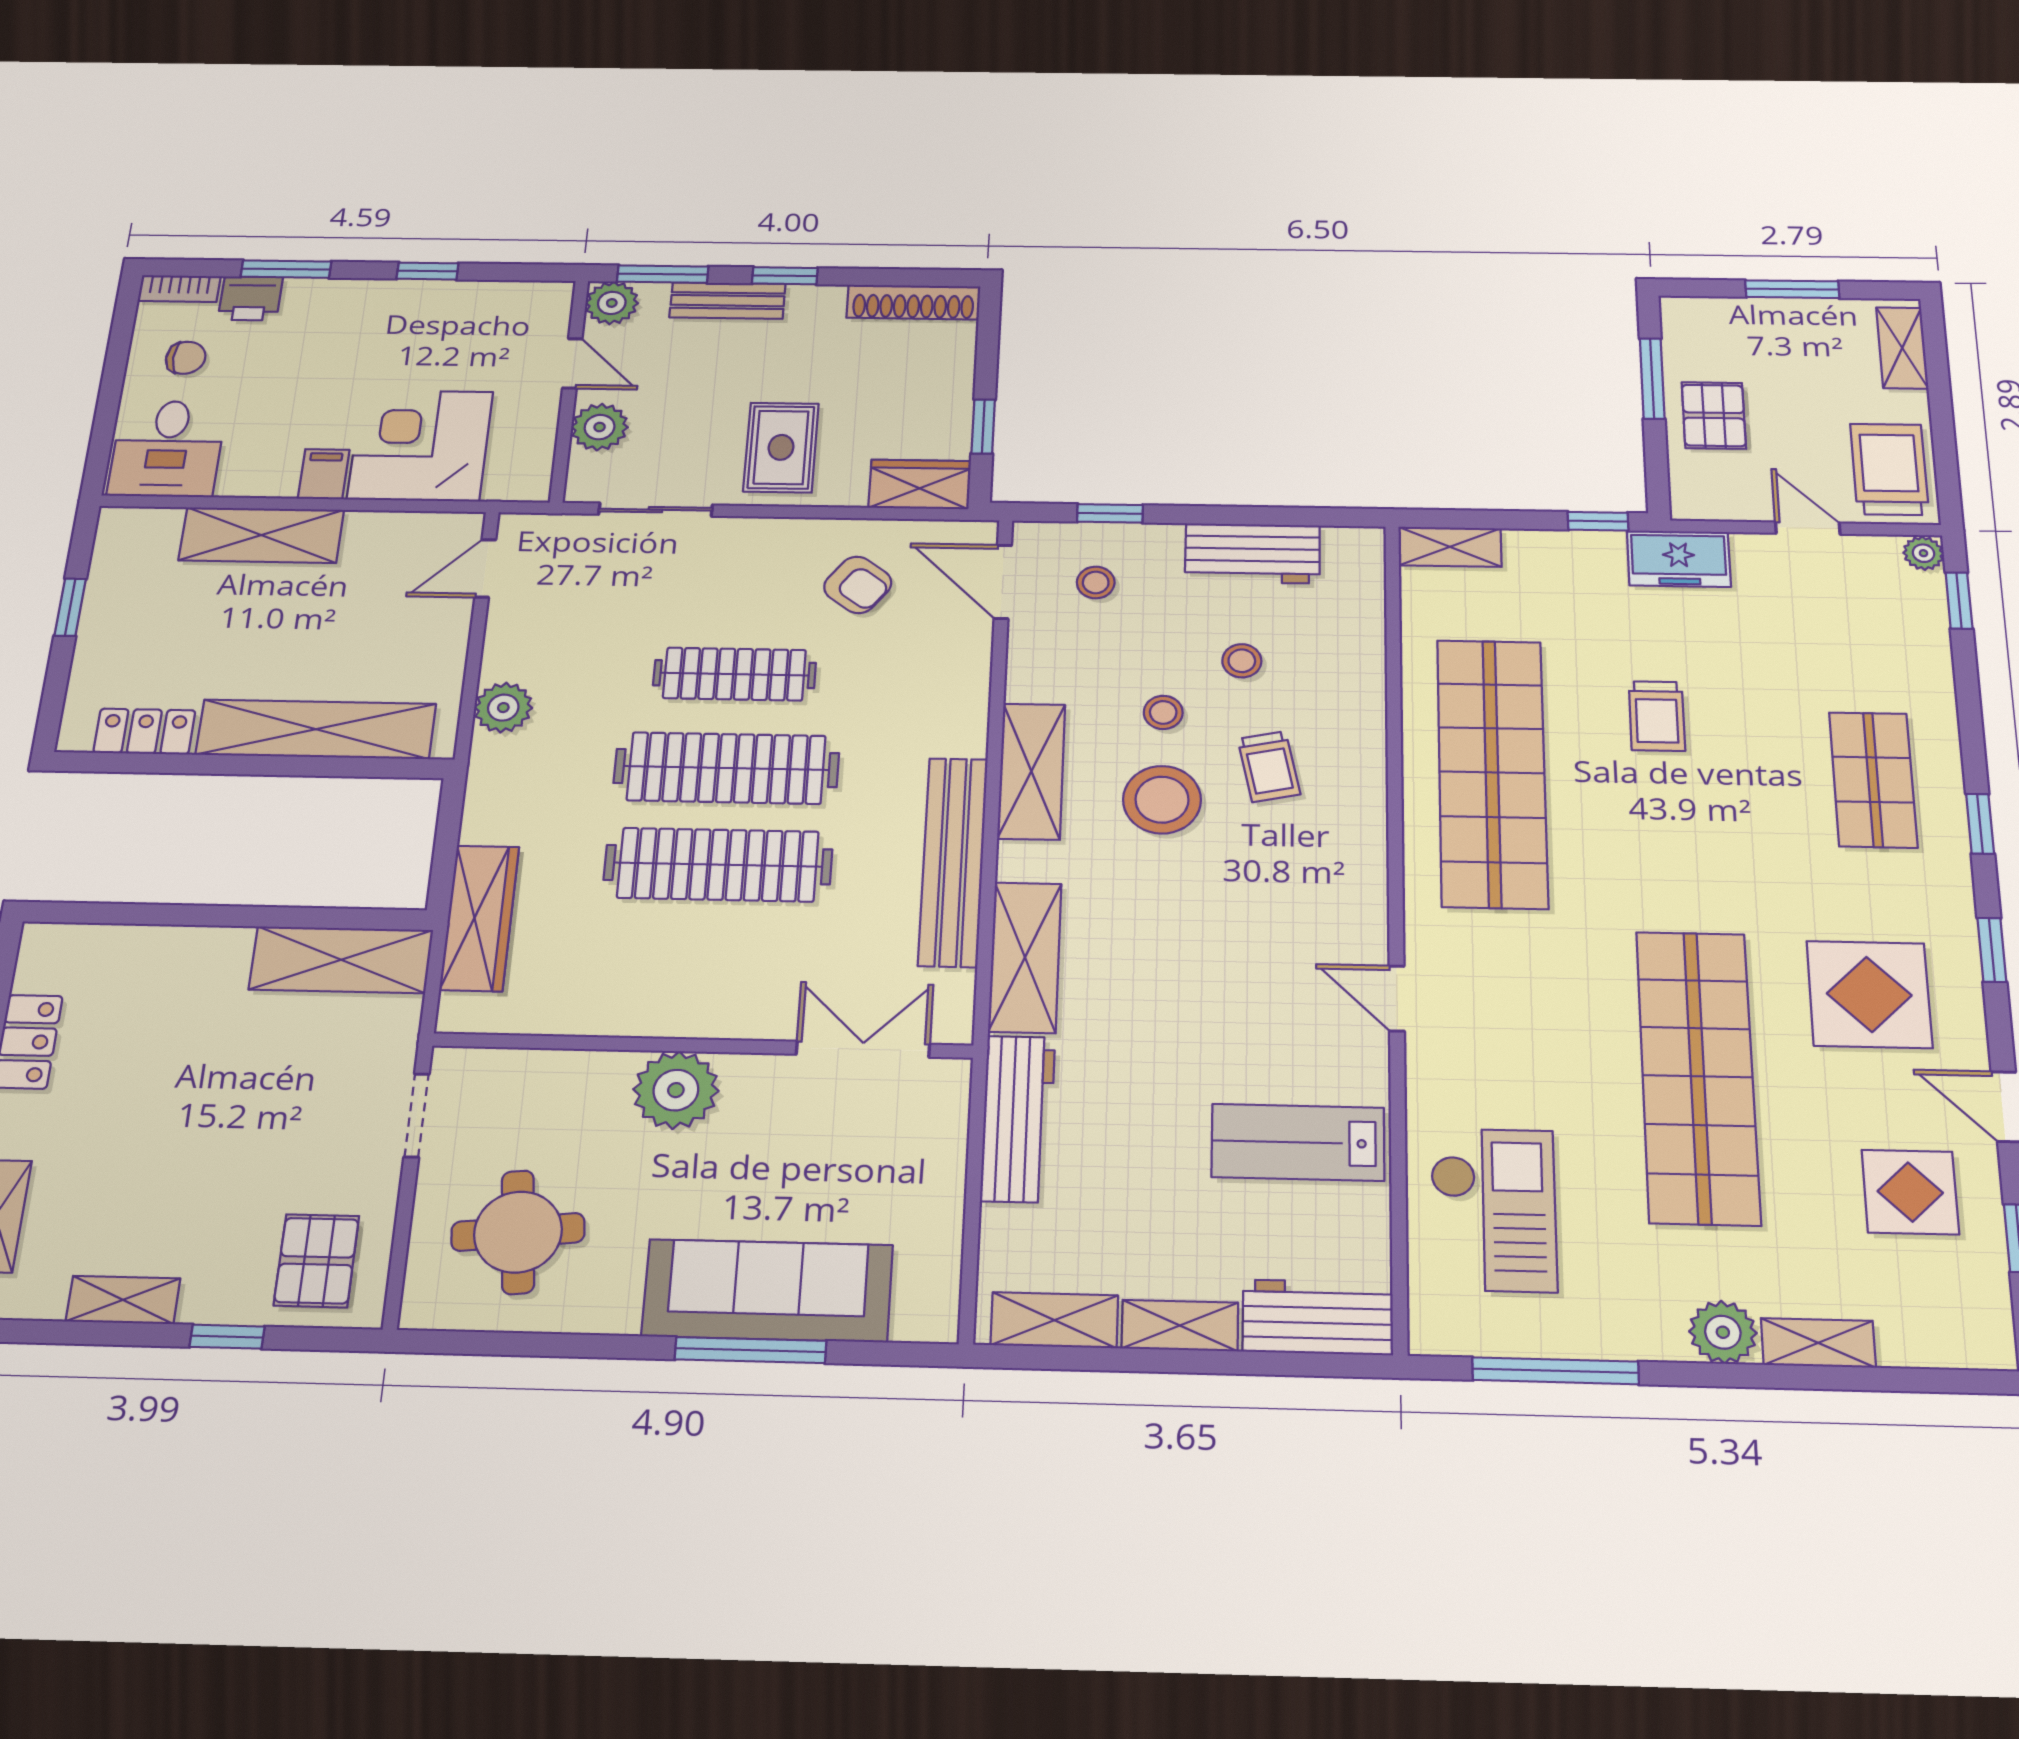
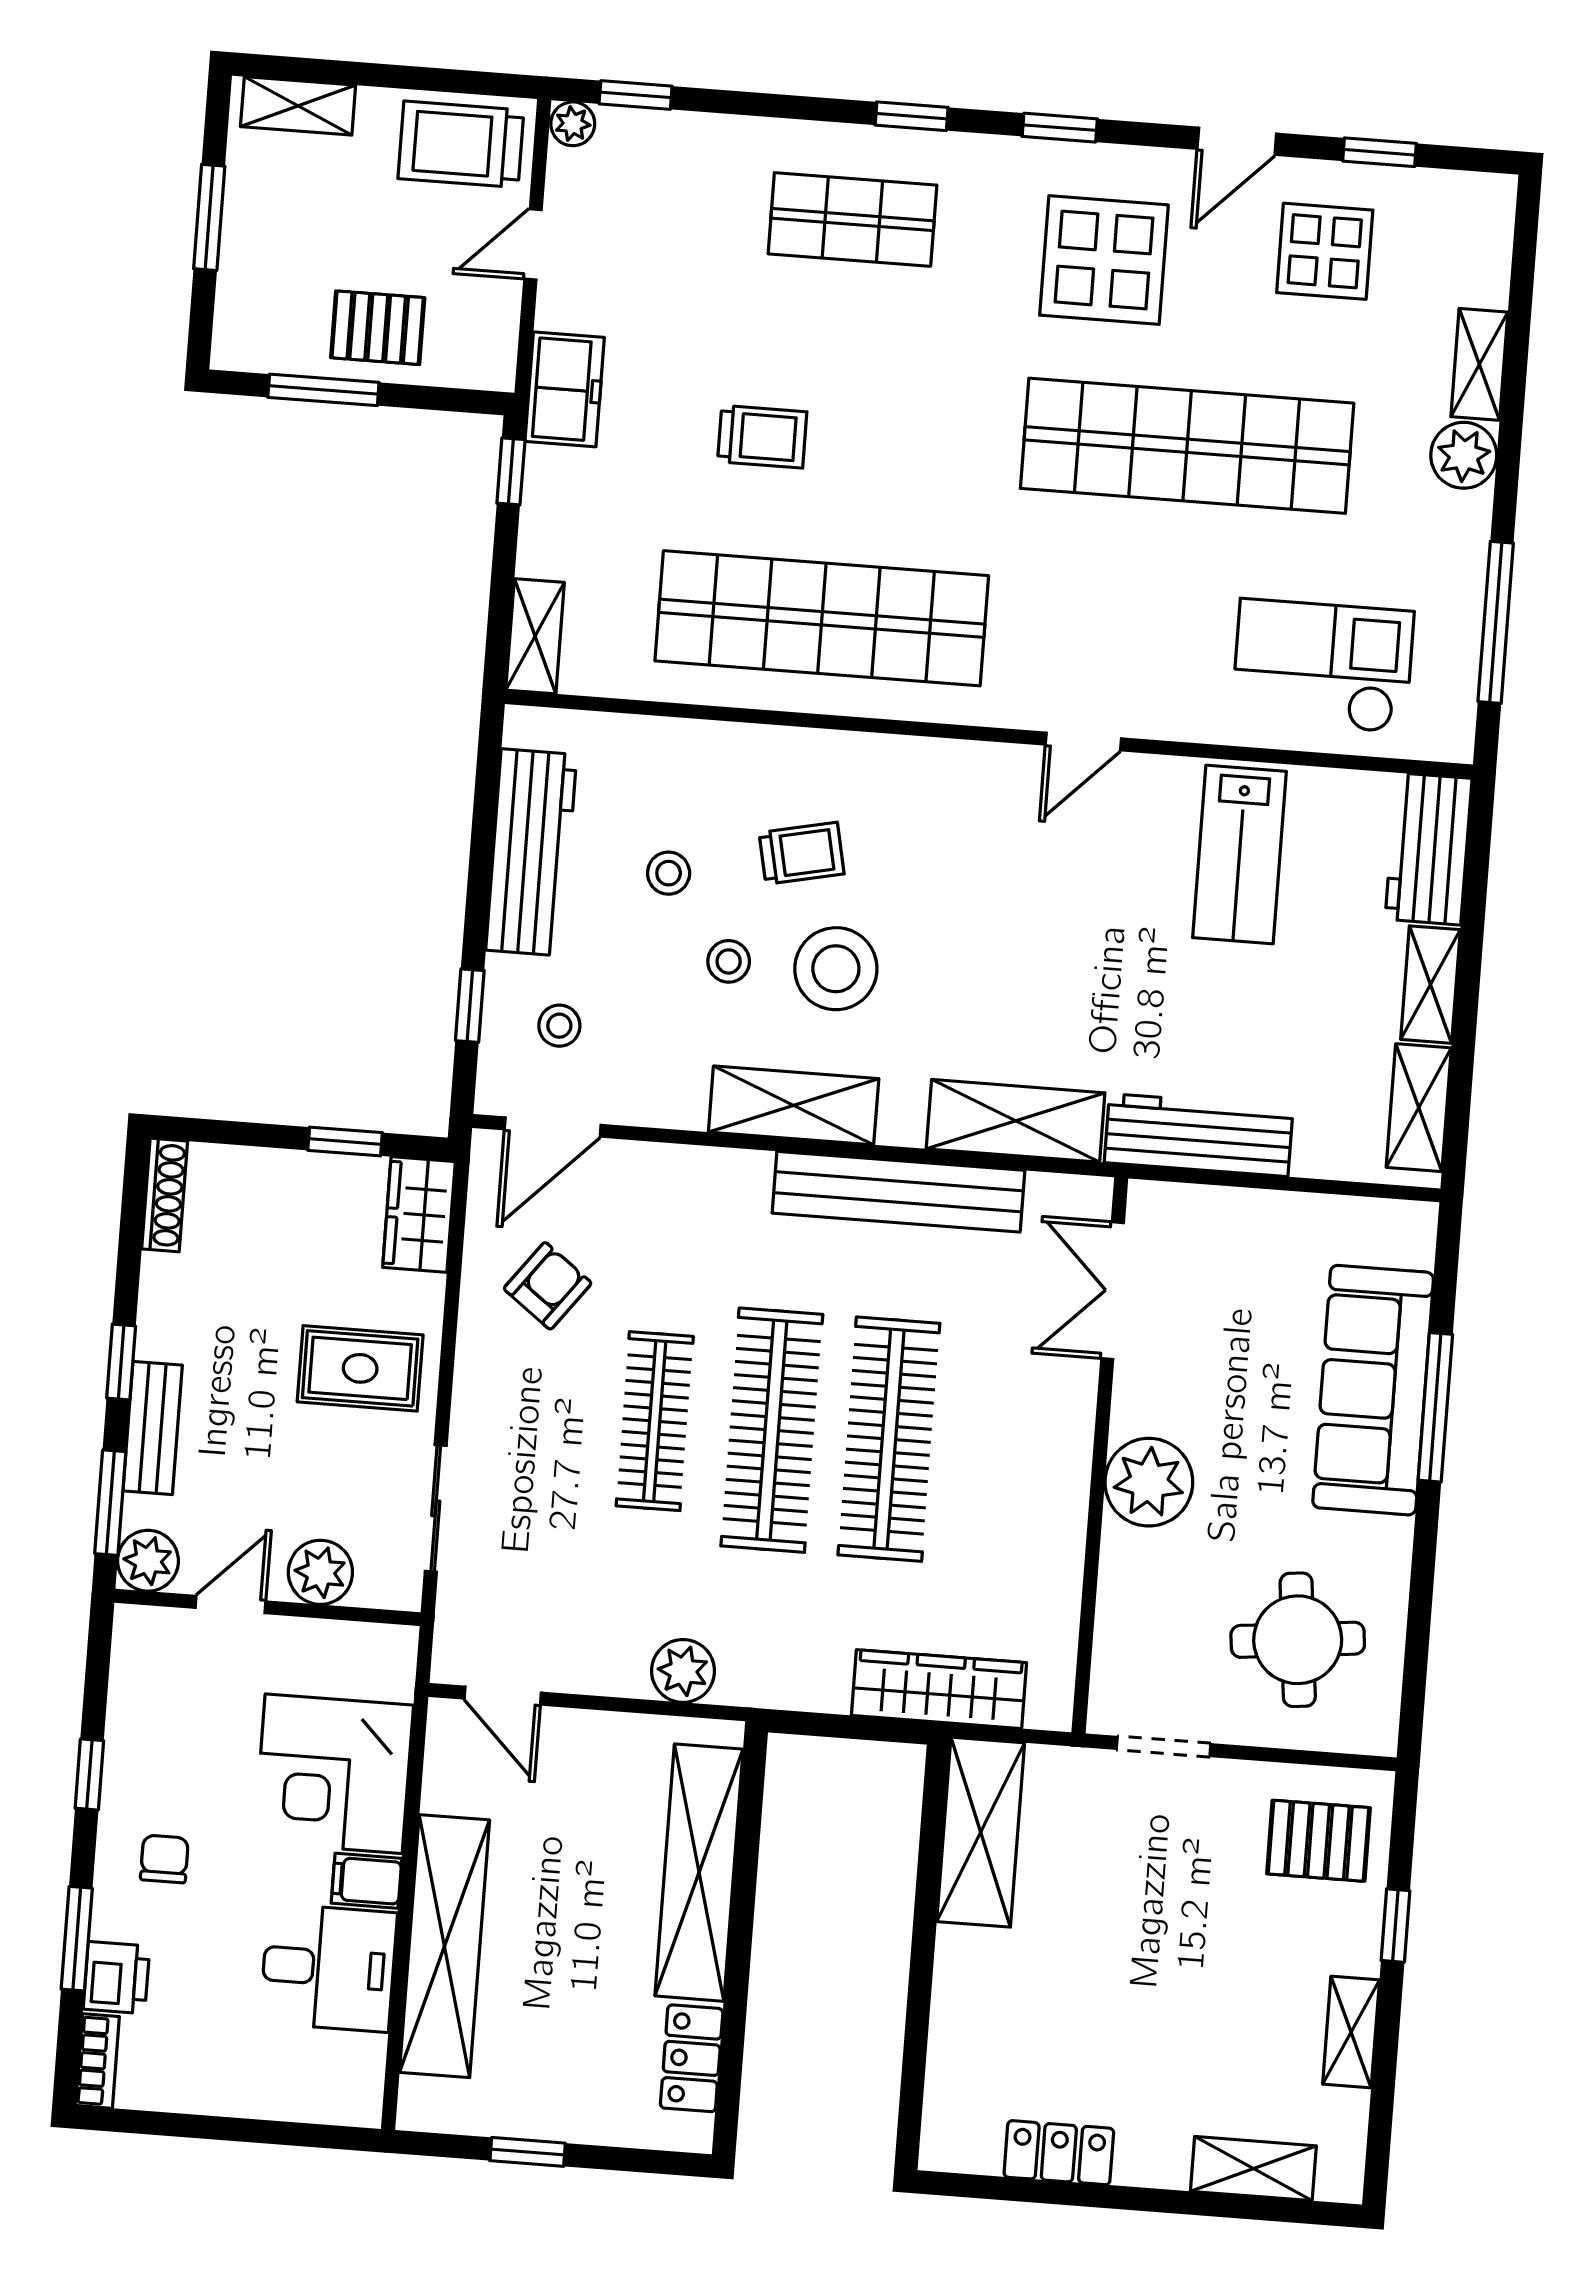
shoe rack: (913, 302) -> (165, 1195), width x0.74, depth x0.81
chair: (186, 358) -> (164, 1859), moved
desk: (167, 449) -> (328, 1968), moved
shelving: (261, 535) -> (444, 1946), width x1.47
workbench: (1252, 553) -> (531, 852), width x1.38

